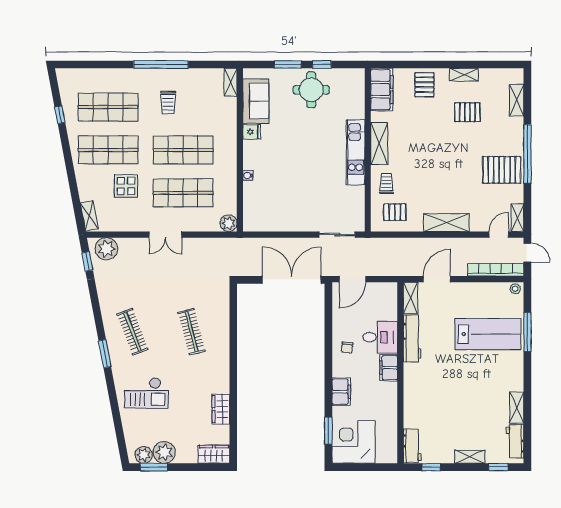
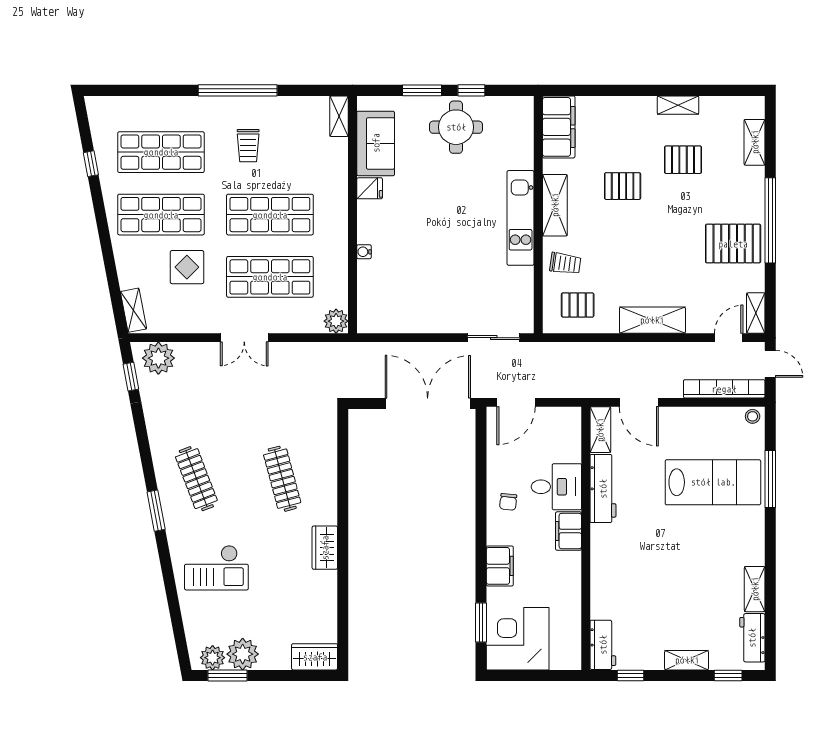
pallet: (424, 85) -> (623, 186), moved, turned 90
trolley: (386, 184) -> (565, 263), turned 98
door: (437, 279) -> (639, 402), swing flipped
wardrobe: (221, 409) -> (325, 548), moved

